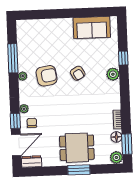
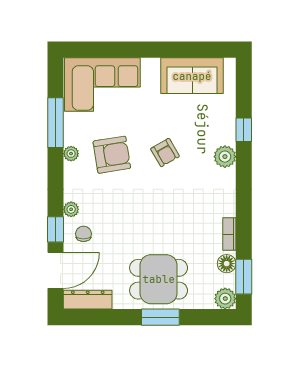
corner sofa: (39, 35) -> (102, 84), added
dresser: (32, 162) -> (88, 300), width x1.44

